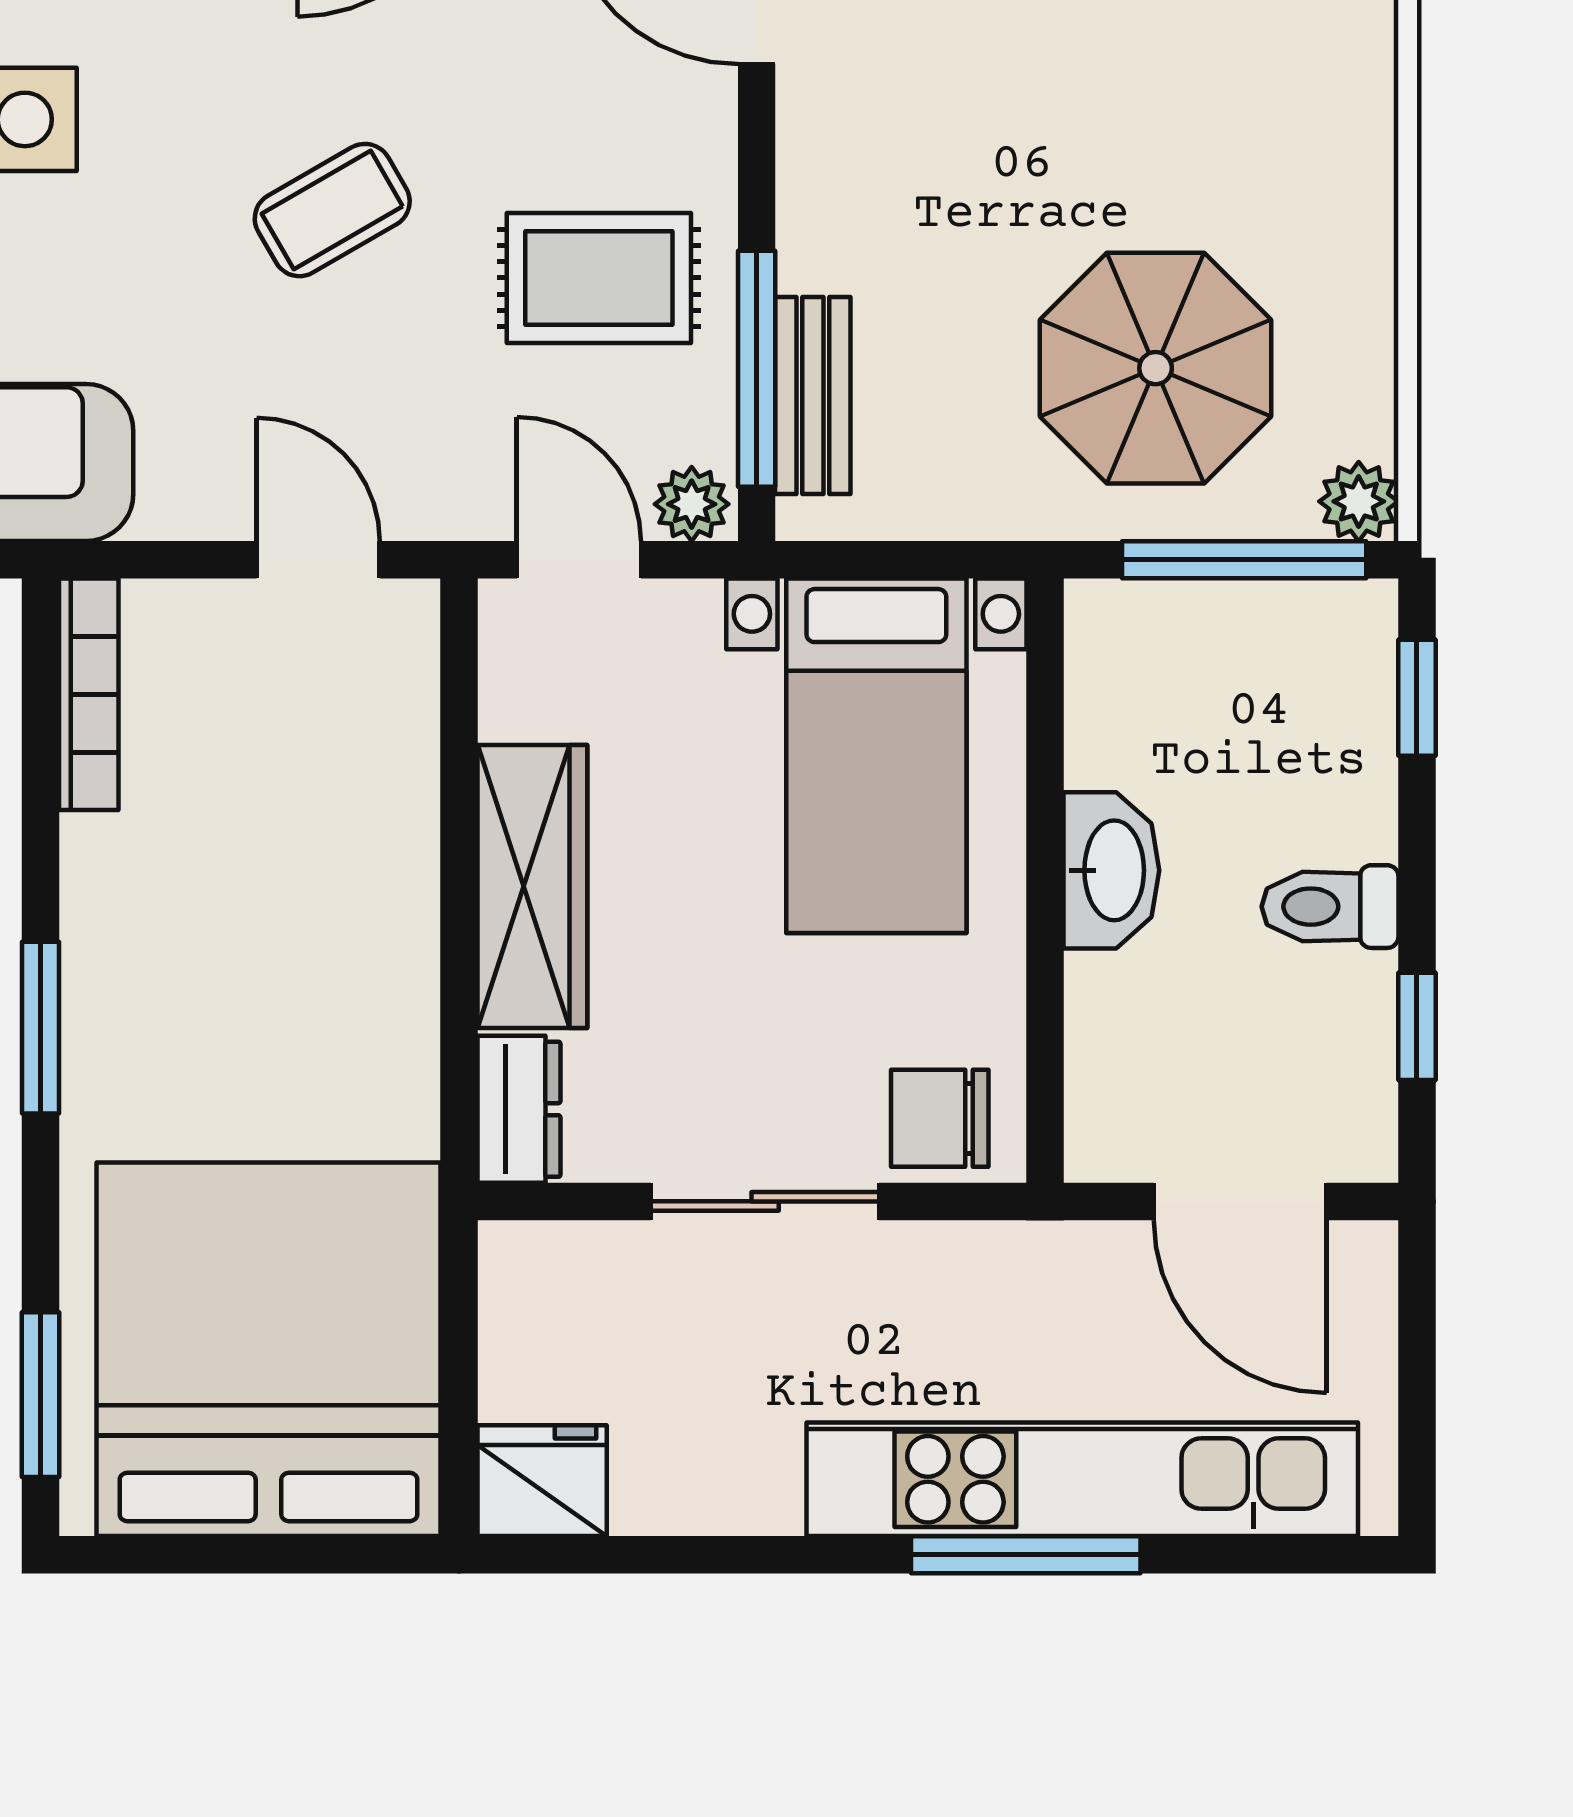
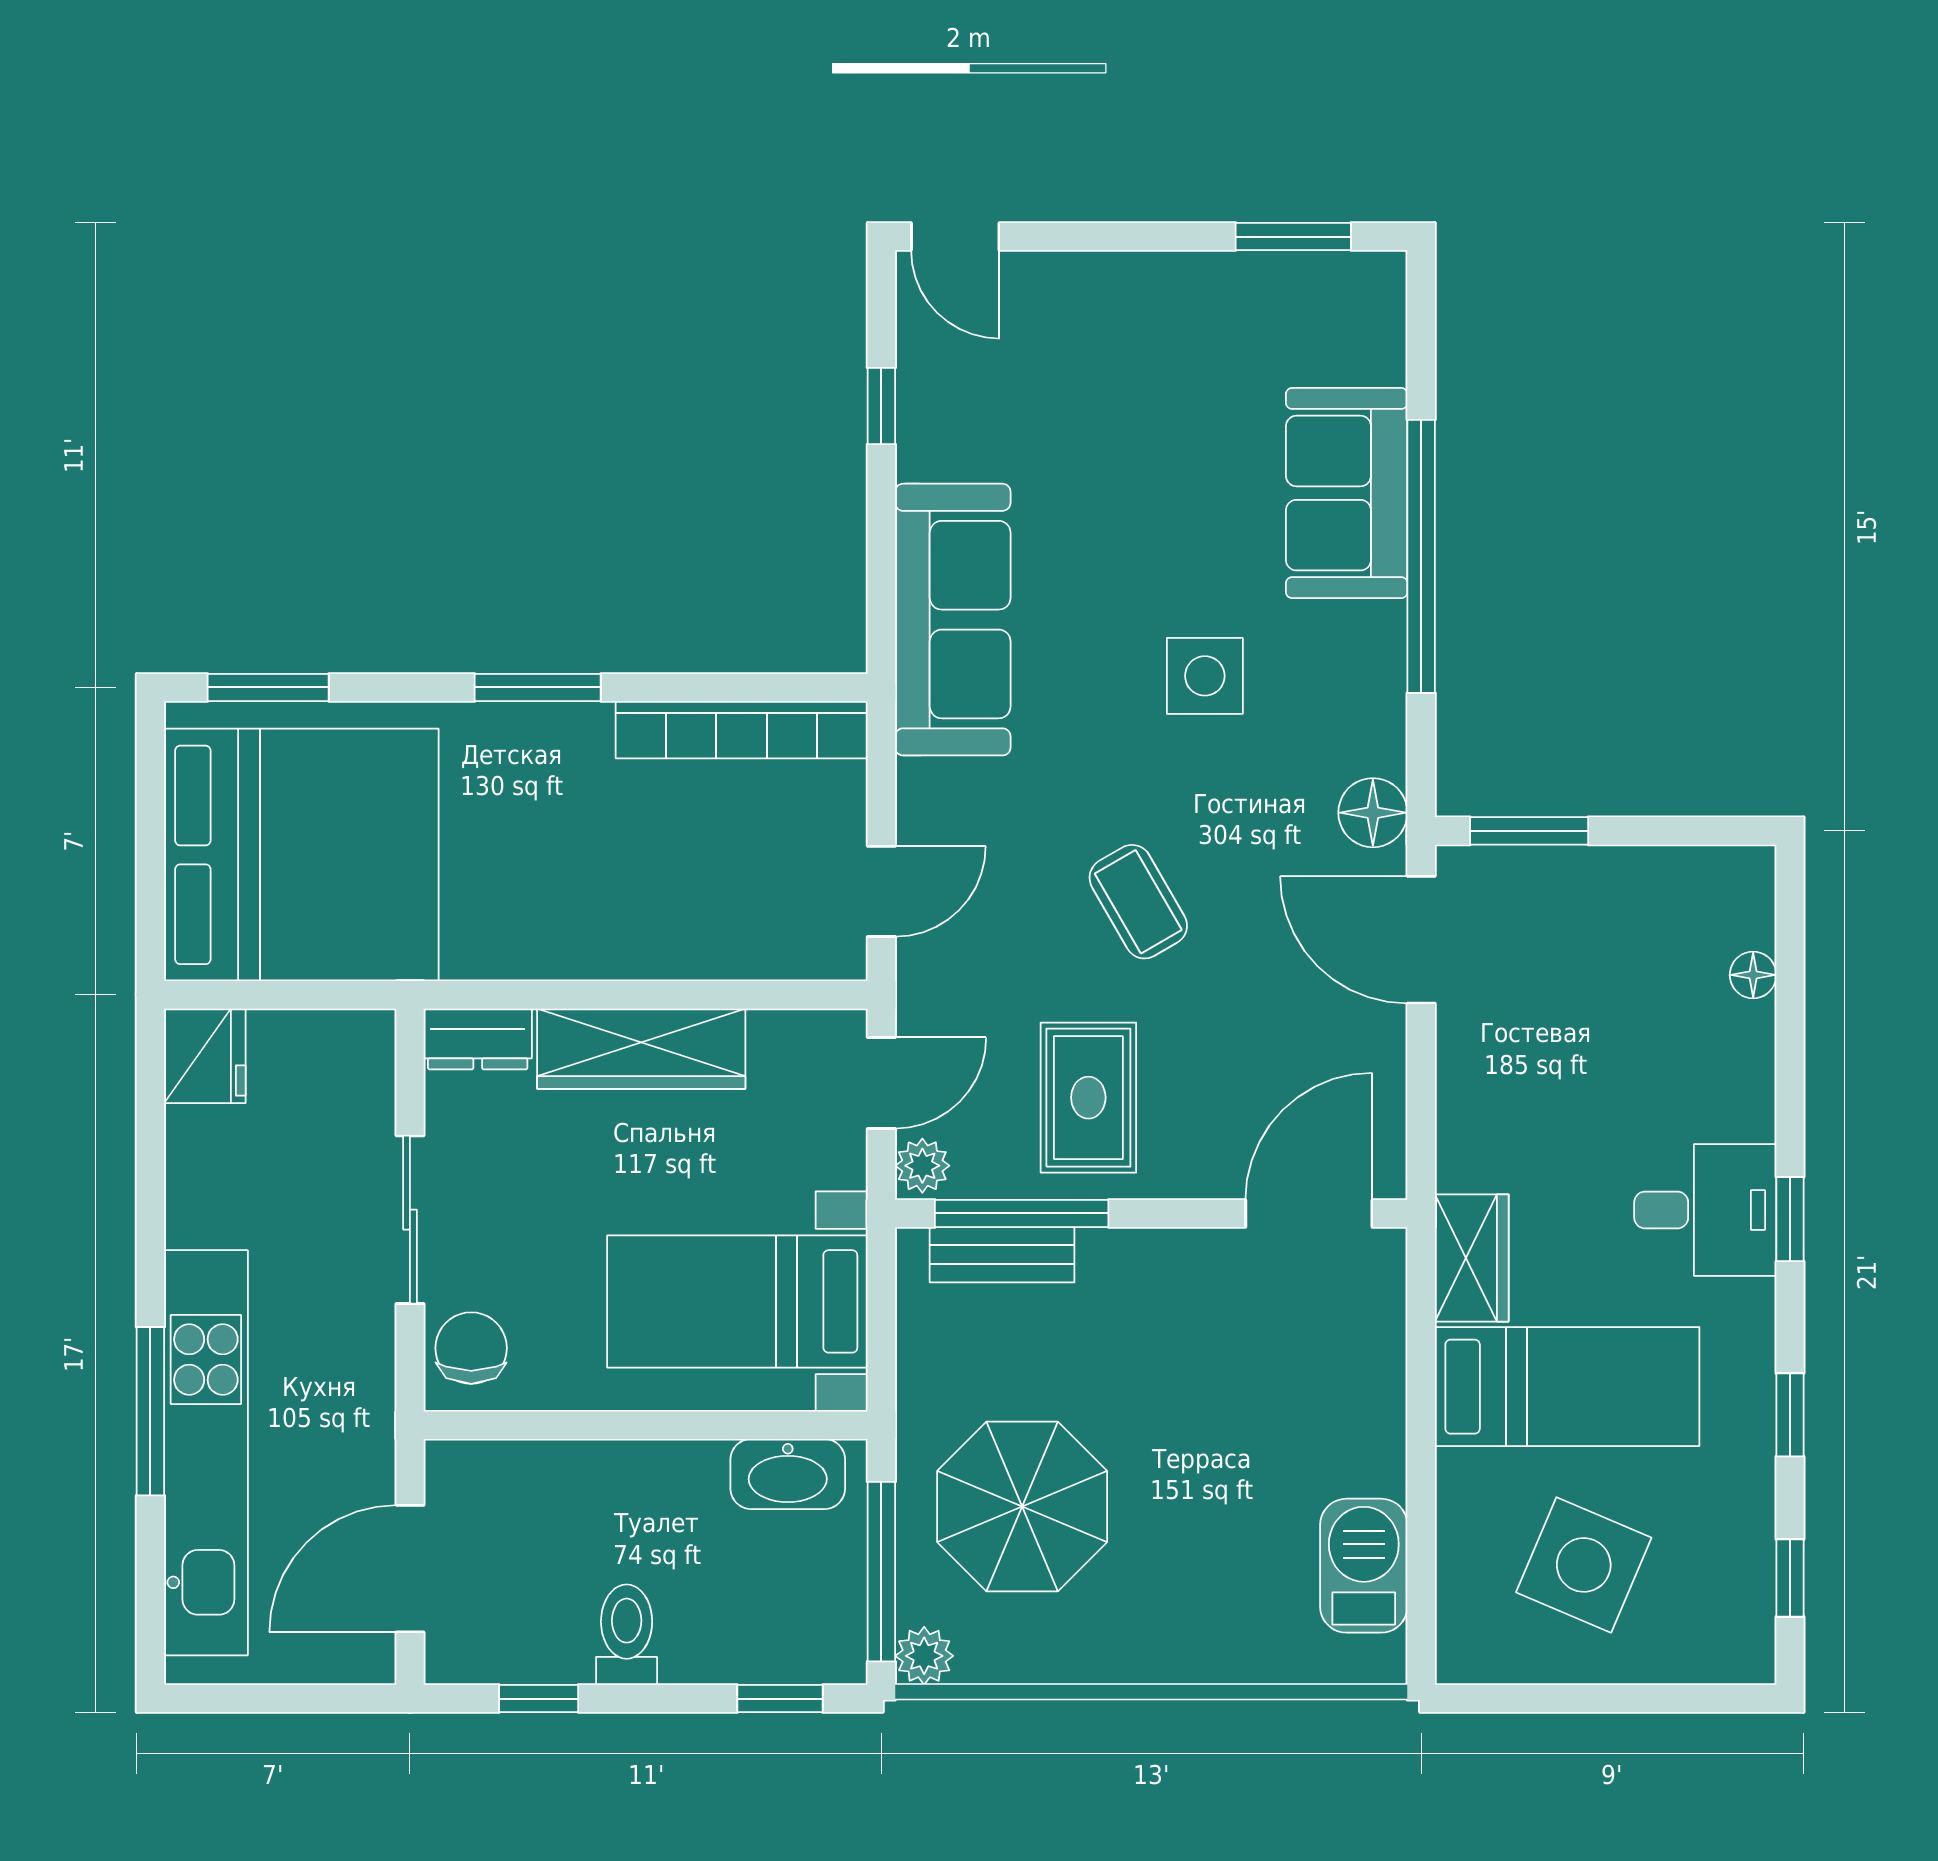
bookcase: (89, 694) -> (742, 730), width x1.48, depth x1.31
washbasin: (1111, 870) -> (788, 1474), moved

